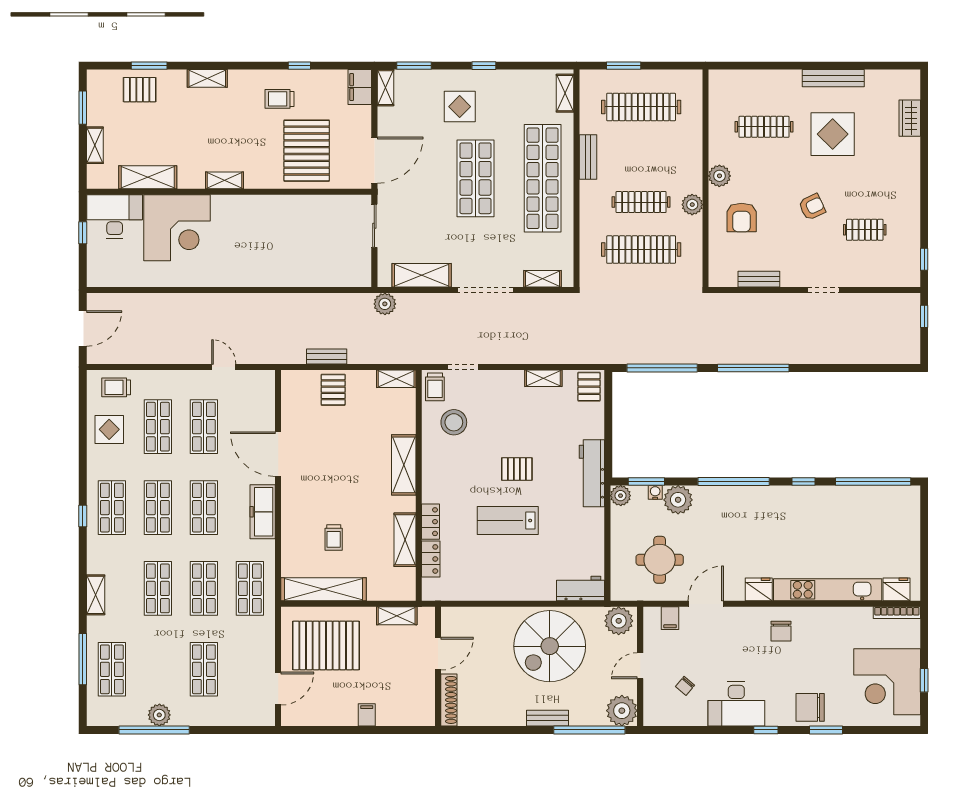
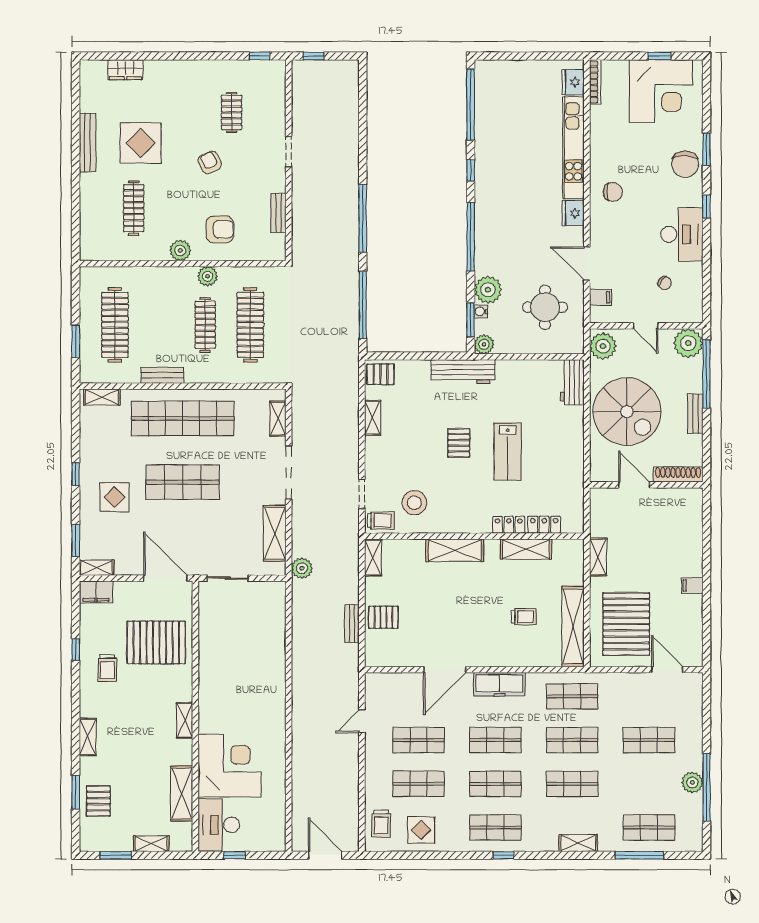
door: (438, 654) -> (634, 485), moved
wall: (438, 666) -> (646, 485), moved
shoe rack: (449, 700) -> (678, 474), moved

